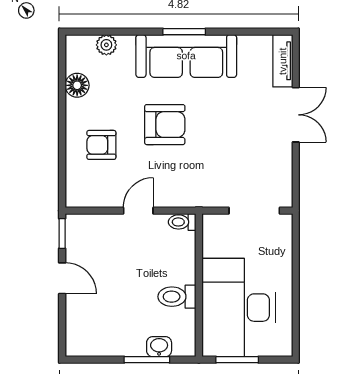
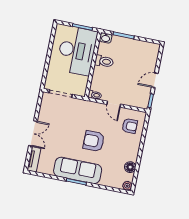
plant: (106, 45) -> (127, 186), moved
double door: (296, 115) -> (33, 133), swing flipped
armchair: (101, 145) -> (130, 126), moved
door: (138, 211) -> (114, 104), hinge flipped
door: (62, 278) -> (155, 80), hinge flipped
washbasin: (159, 347) -> (106, 38), moved

